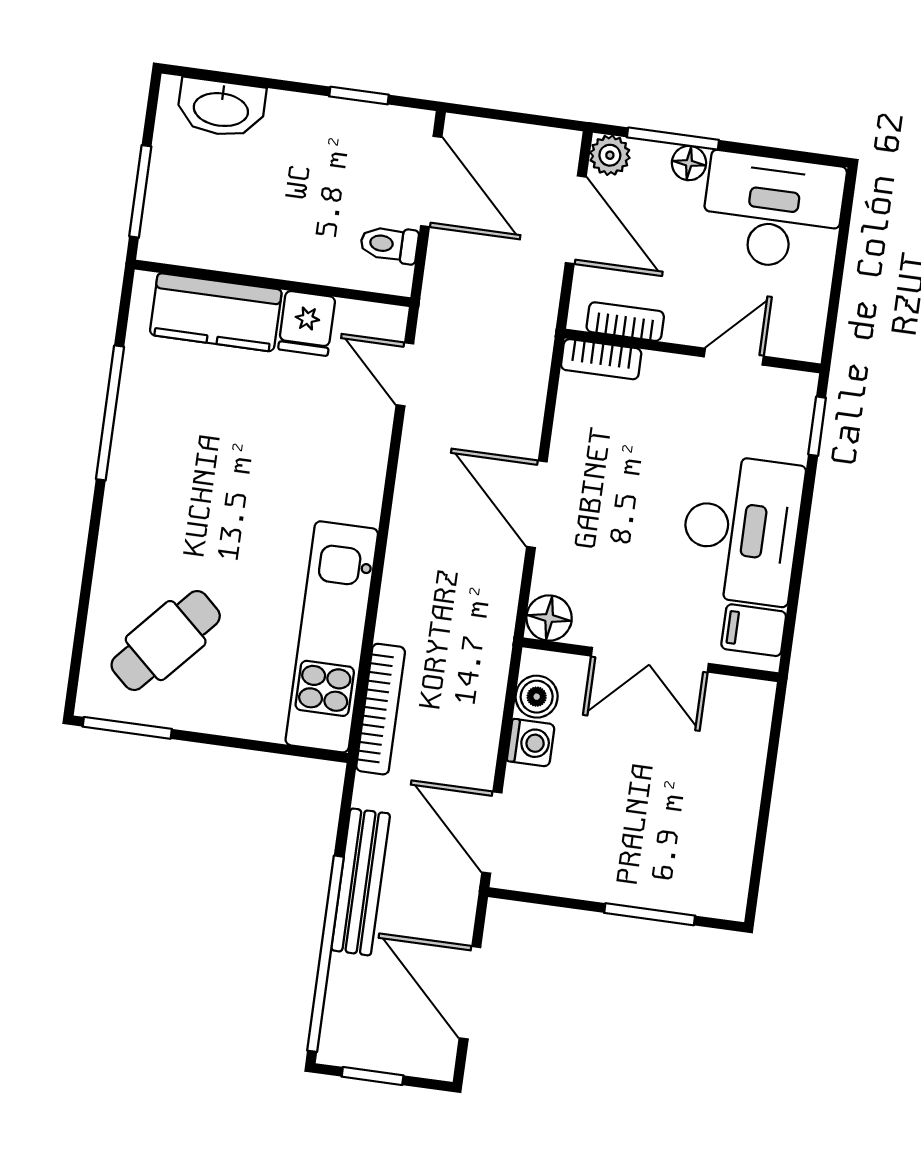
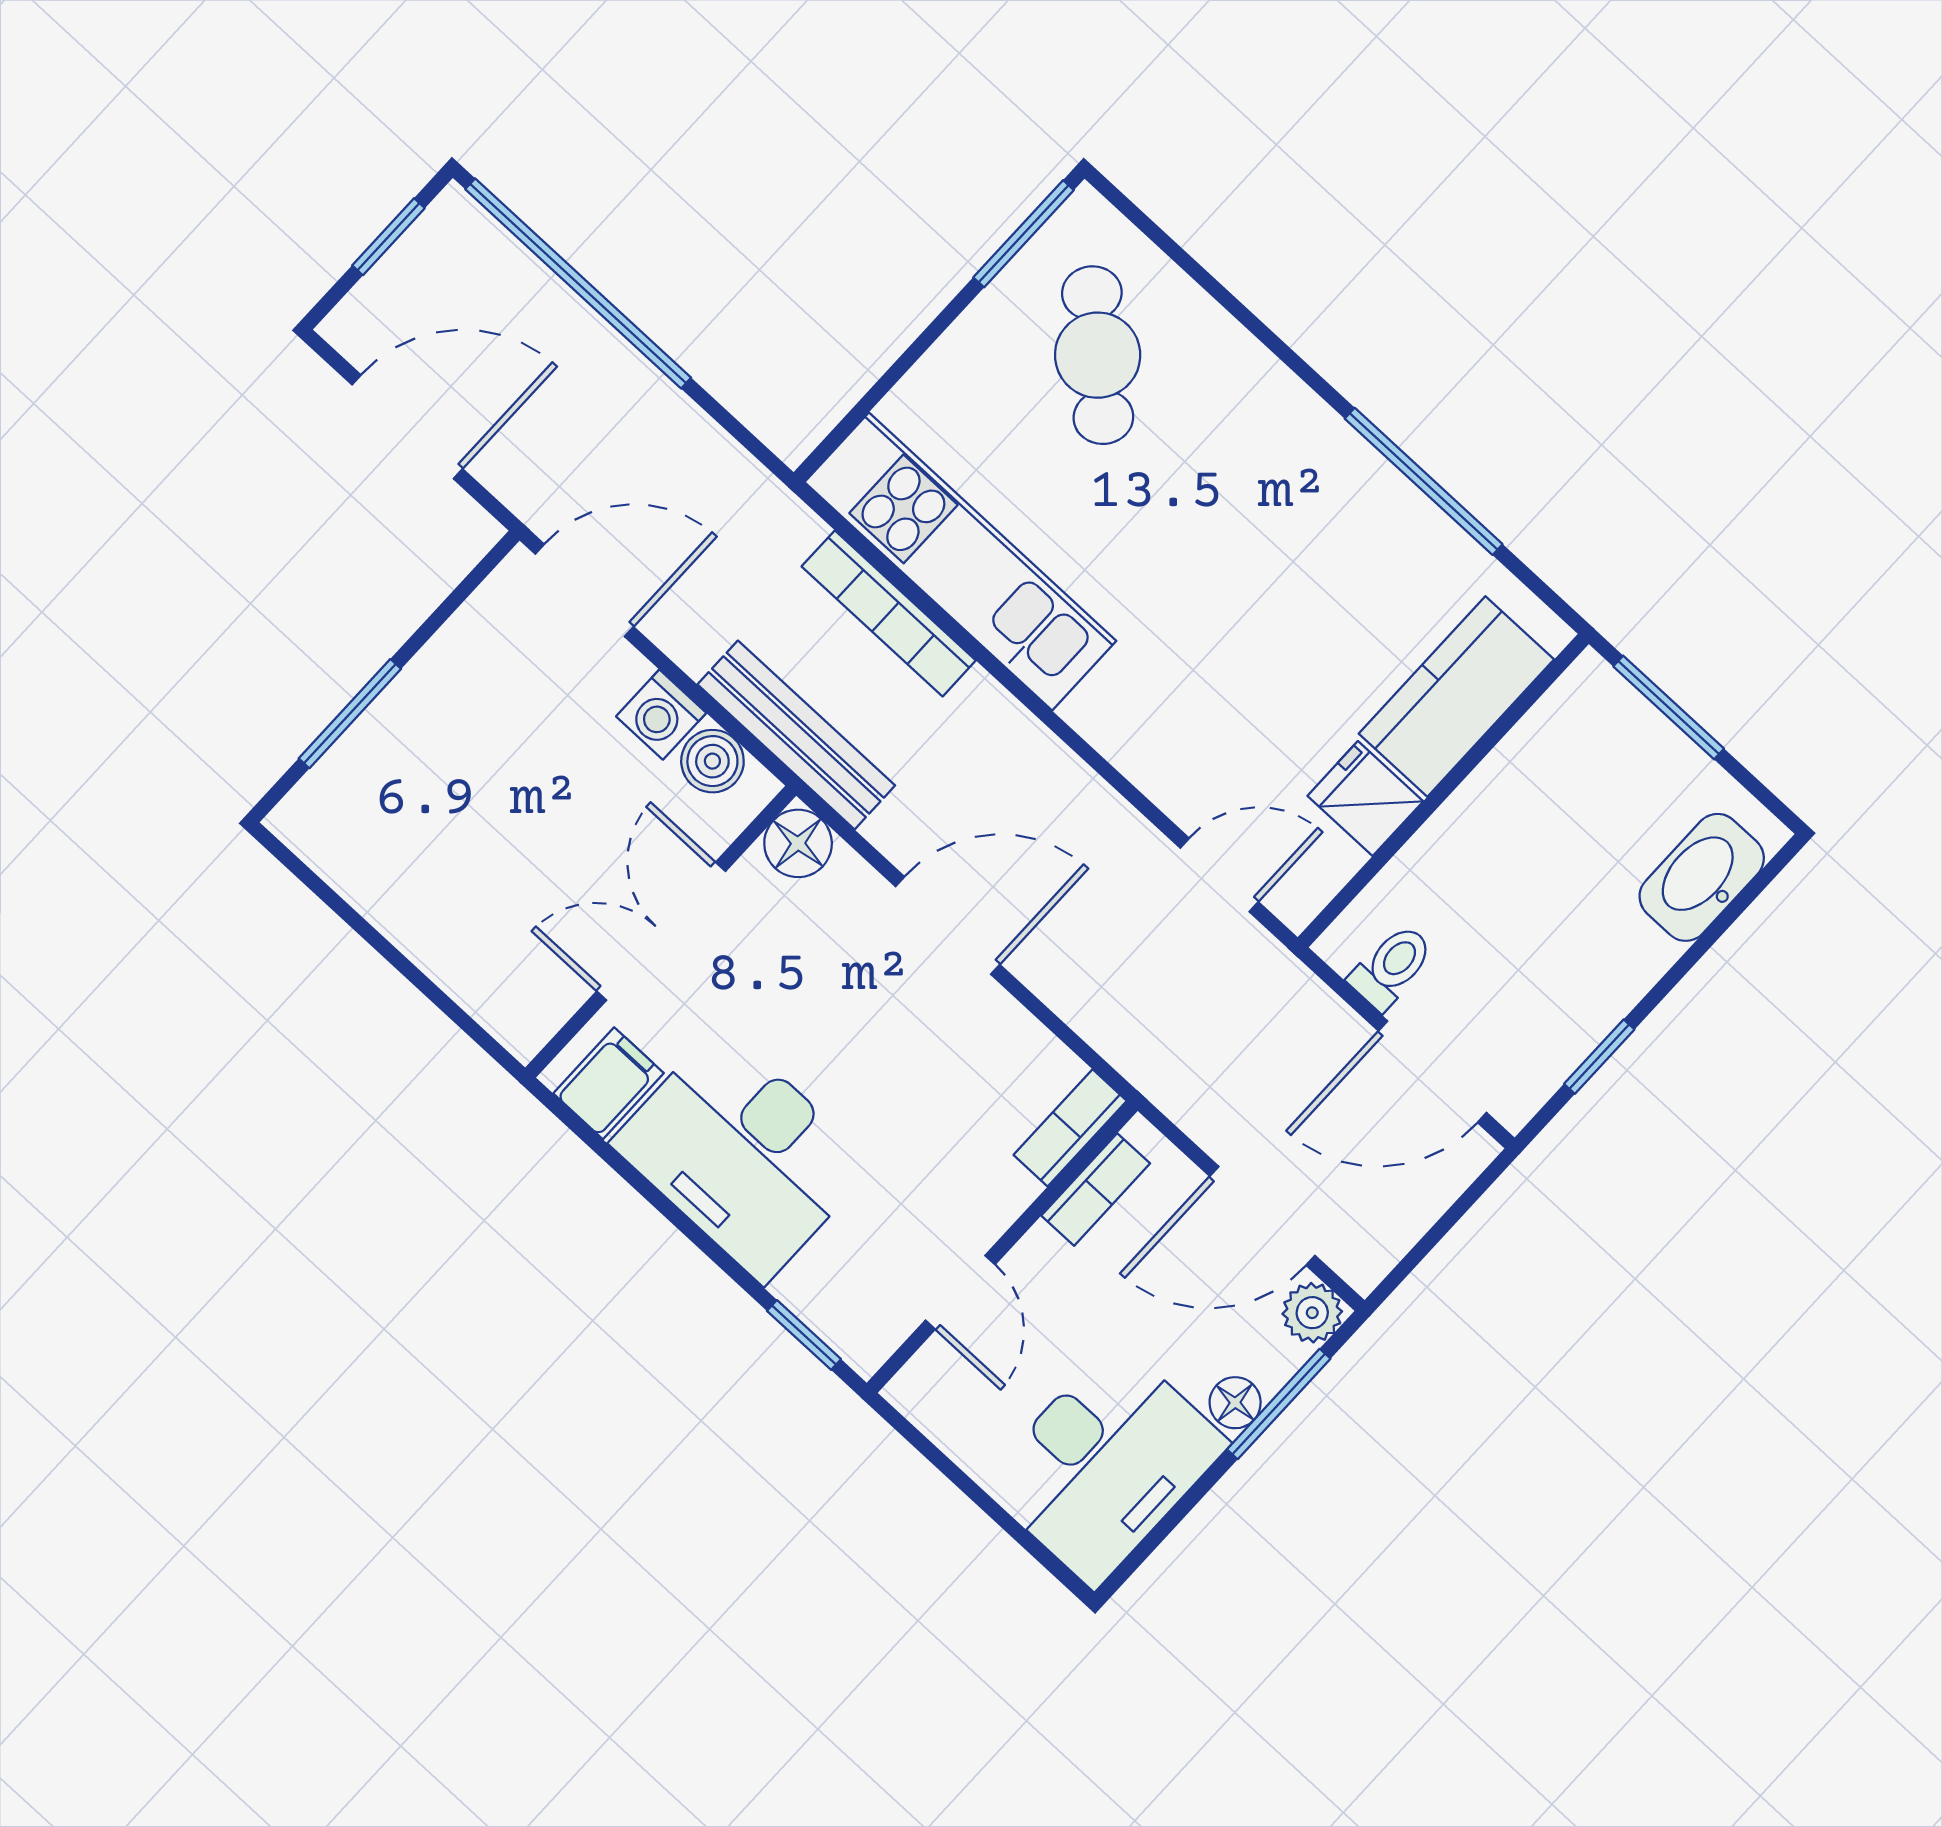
bookcase: (381, 709) -> (889, 613), moved
bench: (361, 882) -> (796, 735), moved

